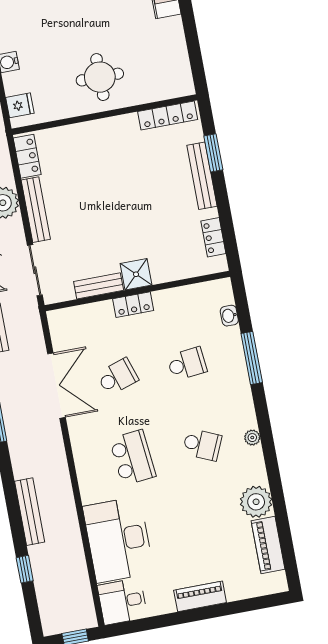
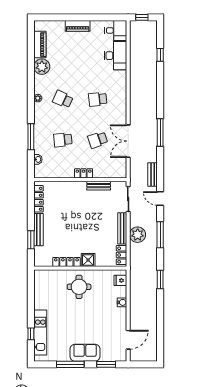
locker: (168, 116) -> (66, 262), moved
locker: (213, 237) -> (39, 199), width x1.53
shower: (136, 274) -> (88, 260), moved
school desk: (133, 458) -> (98, 99), width x0.54
bench: (30, 512) -> (153, 82), removed
desk: (118, 540) -> (115, 56), width x0.73, depth x0.77

